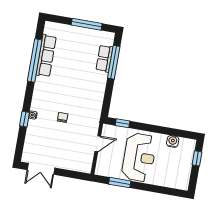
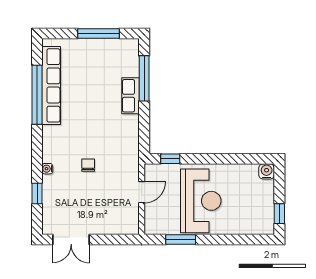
row of seats: (46, 56) -> (51, 85), width x1.36
row of seats: (104, 58) -> (131, 96), moved
window: (25, 119) -> (37, 194), moved
water cooler: (173, 141) -> (267, 171), moved
window: (197, 158) -> (279, 214), moved

